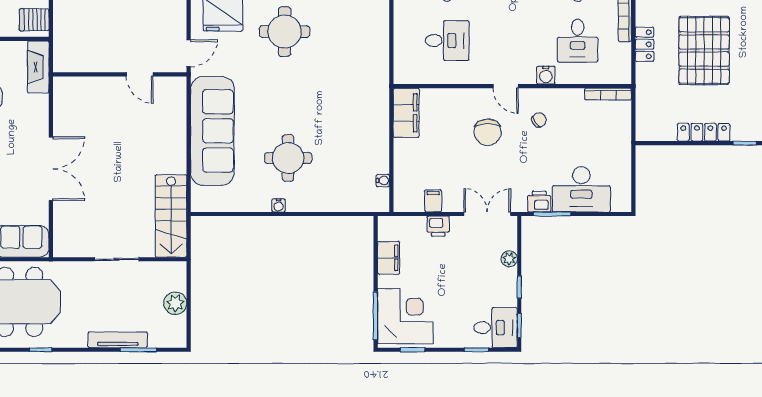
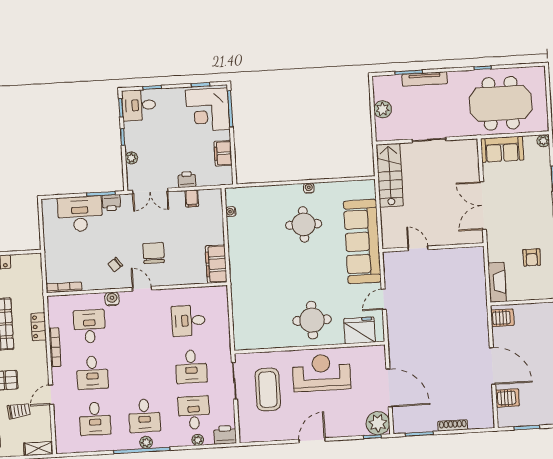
wall: (120, 74) -> (433, 247), moved
door: (140, 74) -> (418, 248), moved

